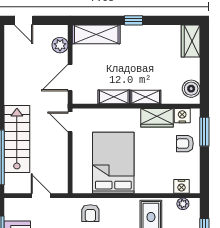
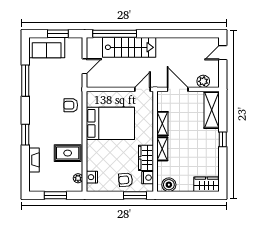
armchair: (185, 144) -> (126, 180), turned -95

